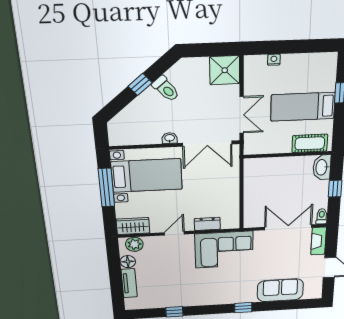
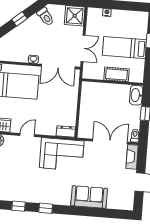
toilet: (166, 89) -> (46, 17), moved
cot: (310, 143) -> (117, 74), moved
dresser: (207, 224) -> (66, 131), moved
sofa: (280, 290) -> (89, 197), moved
window: (243, 308) -> (46, 208), moved

